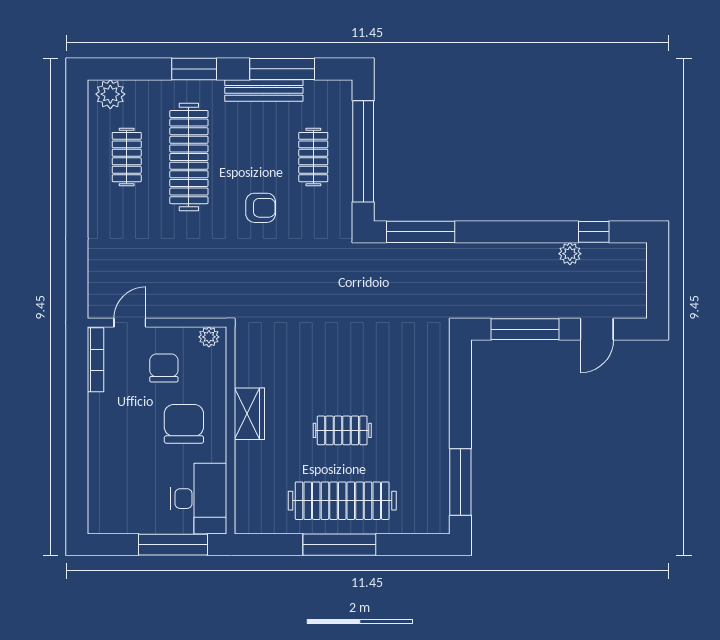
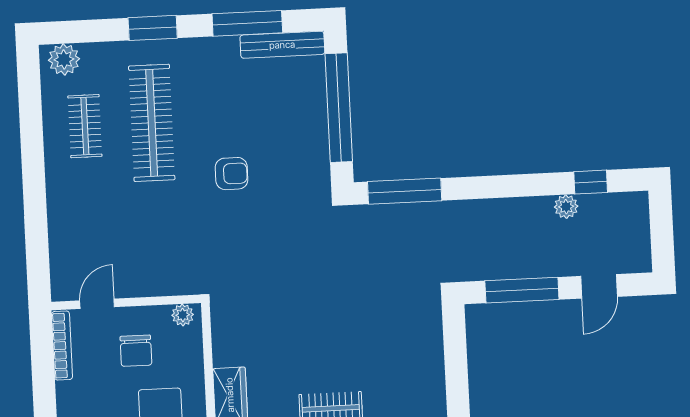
bench: (264, 90) -> (282, 45), moved
clothes rail: (313, 157) -> (285, 116), removed
chair: (164, 368) -> (136, 351), turned 180

